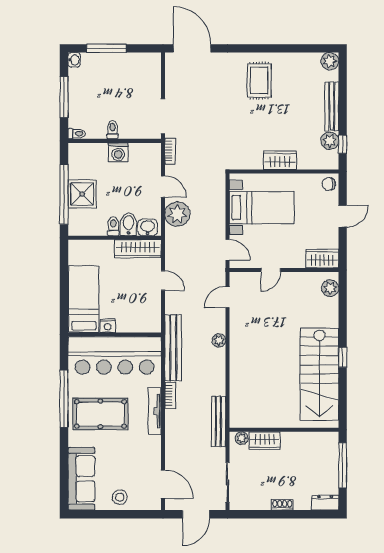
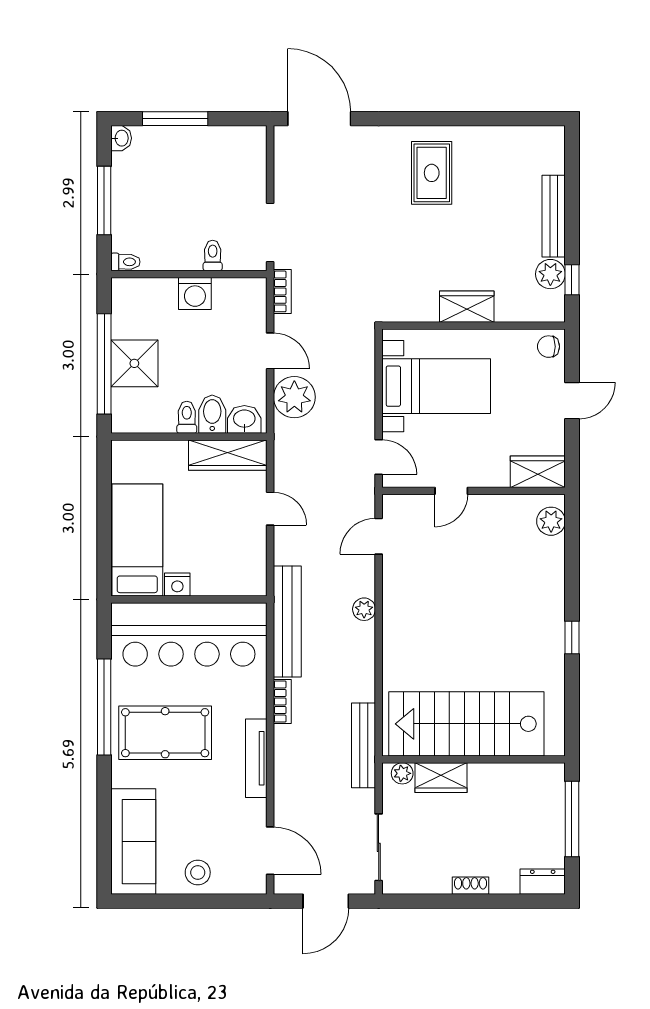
plant: (330, 61) -> (550, 140), removed
toilet: (113, 130) -> (213, 255), moved
stairs: (319, 374) -> (466, 724), moved, turned 90
tv unit: (155, 411) -> (256, 758), moved

